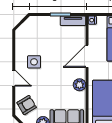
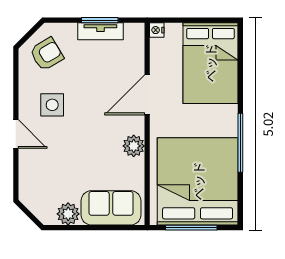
tv unit: (73, 21) -> (100, 31), moved
armchair: (27, 105) -> (47, 54), moved

